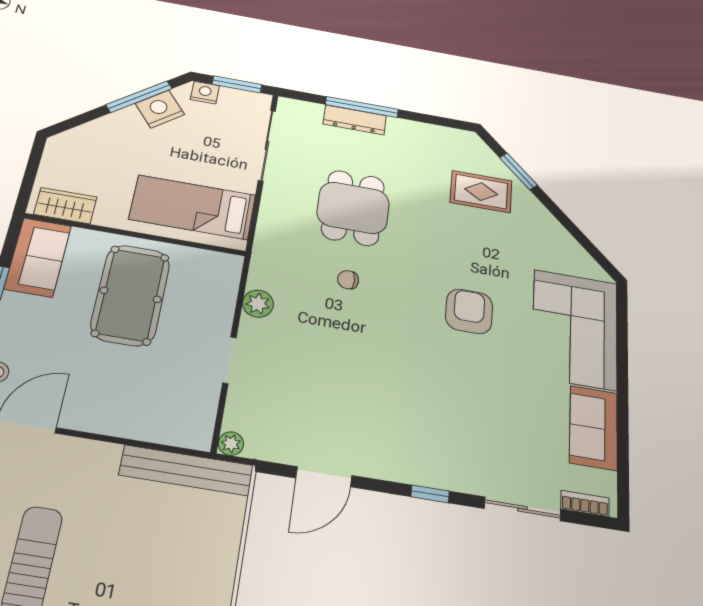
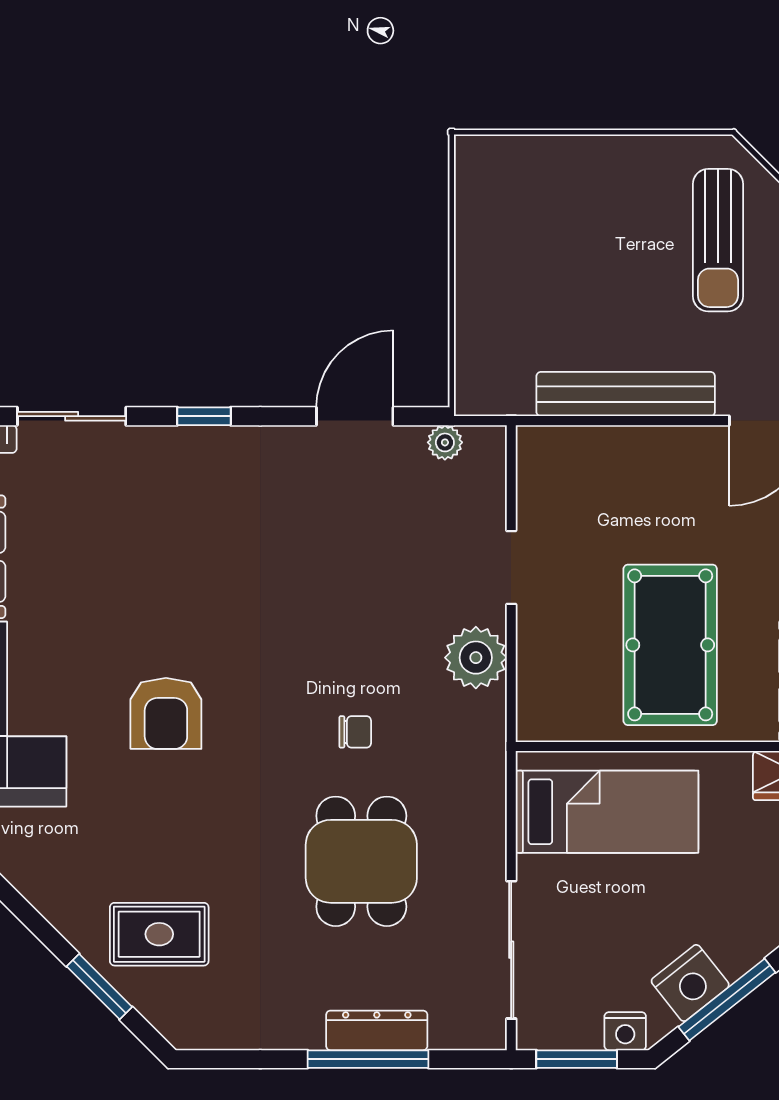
plant: (258, 304) -> (476, 658), width x1.36, depth x1.36
plant: (231, 444) -> (445, 442), moved
bench: (187, 470) -> (626, 394), moved

